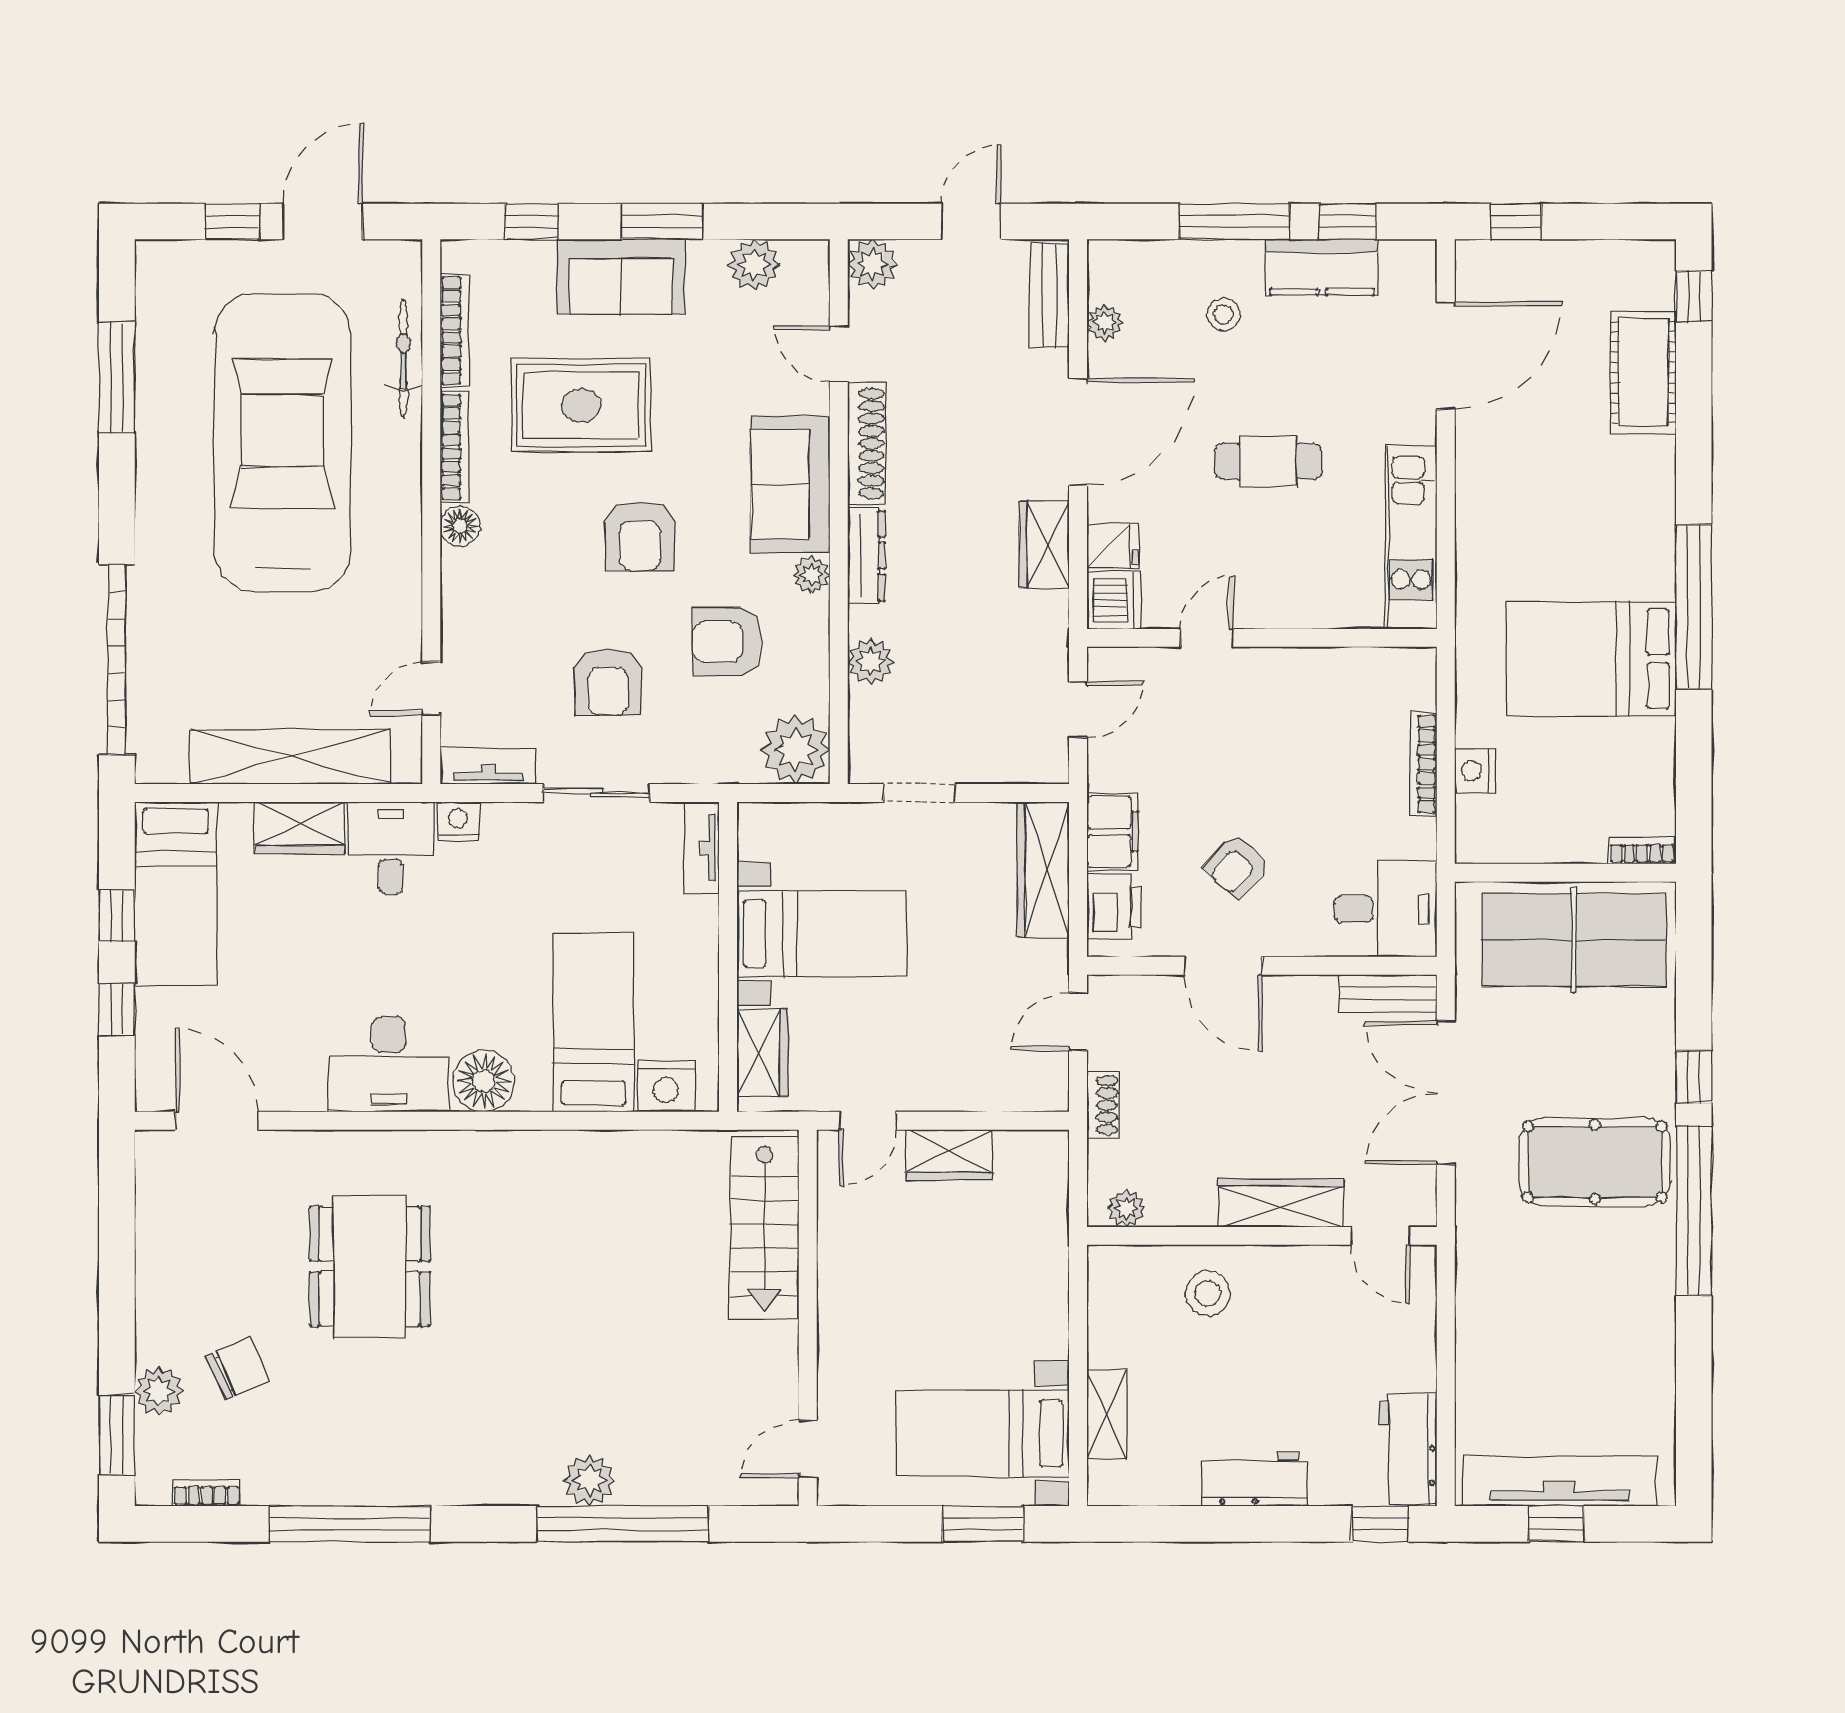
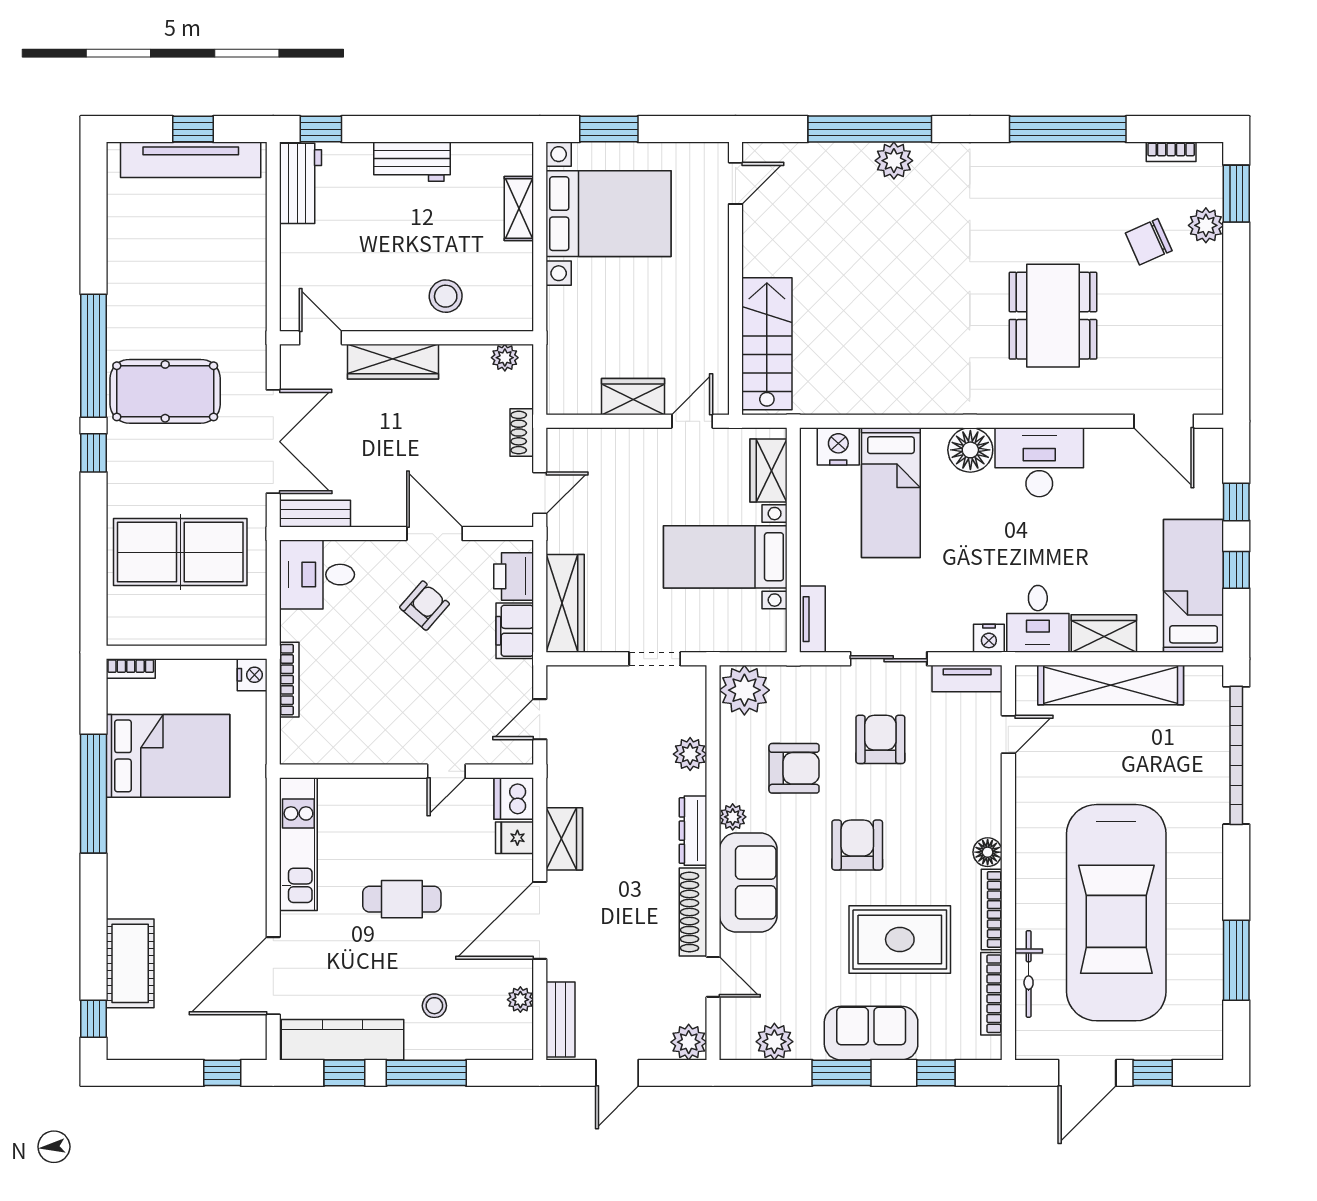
kitchen counter: (1322, 267) -> (343, 1040), width x1.50
bookcase: (1642, 850) -> (131, 669), moved
wall: (1565, 873) -> (187, 652), moved
bed with nightstands: (983, 1433) -> (609, 214), width x1.36

